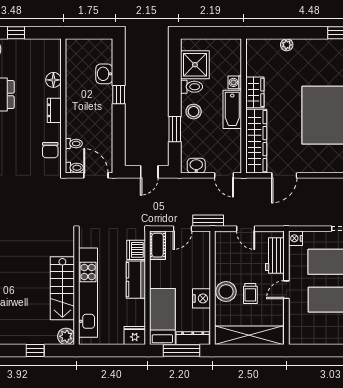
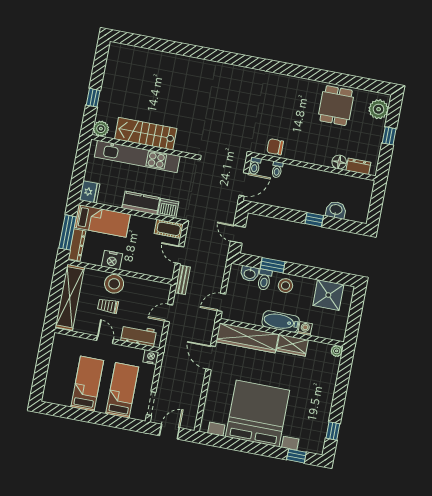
plant: (287, 45) -> (337, 351), moved
toilet: (192, 87) -> (264, 280), moved
dresser: (54, 110) -> (358, 166), moved
washbasin: (196, 166) -> (250, 274), moved, turned 90

